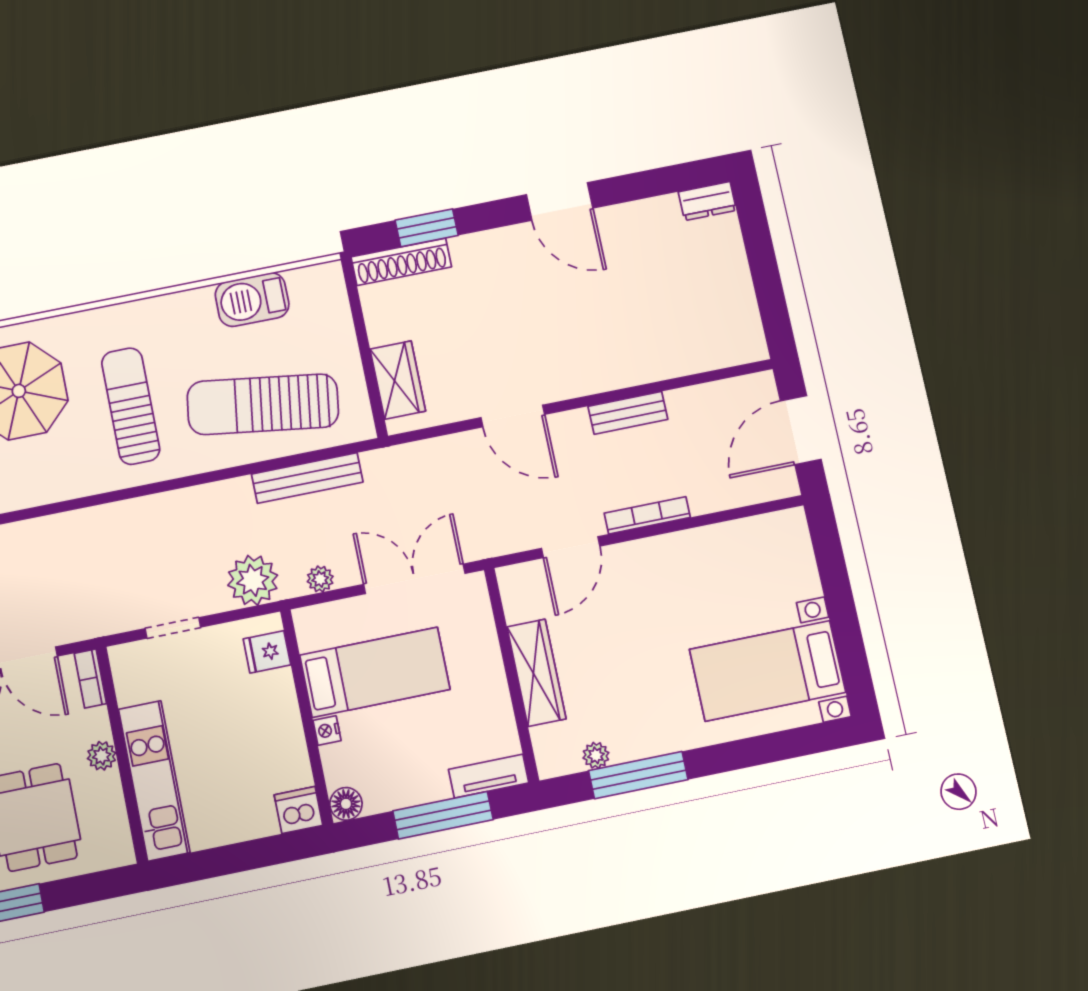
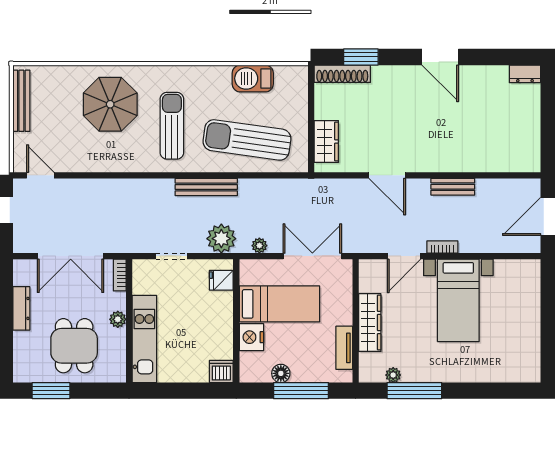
bench: (307, 478) -> (206, 187), moved
bookcase: (647, 515) -> (442, 247), width x0.64
bed with nightstands: (768, 671) -> (458, 300), moved, turned -90
nightstand: (327, 730) -> (251, 337), width x1.89, depth x1.79
tv unit: (489, 776) -> (344, 348), moved, turned -90
floor lamp: (346, 804) -> (281, 373), moved

